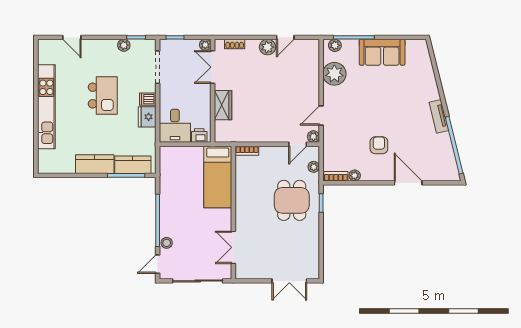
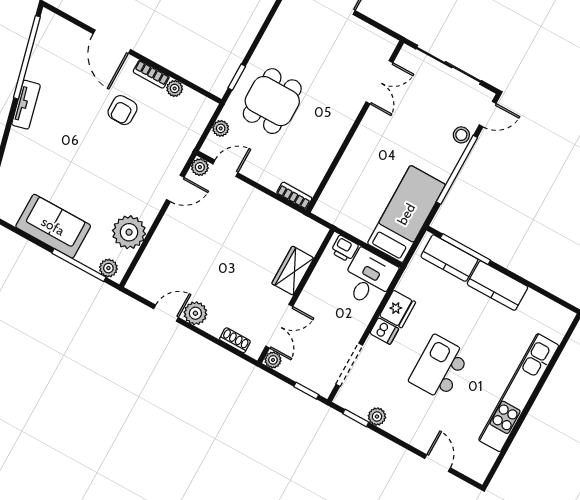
bookcase: (336, 176) -> (151, 74), moved
bed: (218, 177) -> (406, 214), moved

